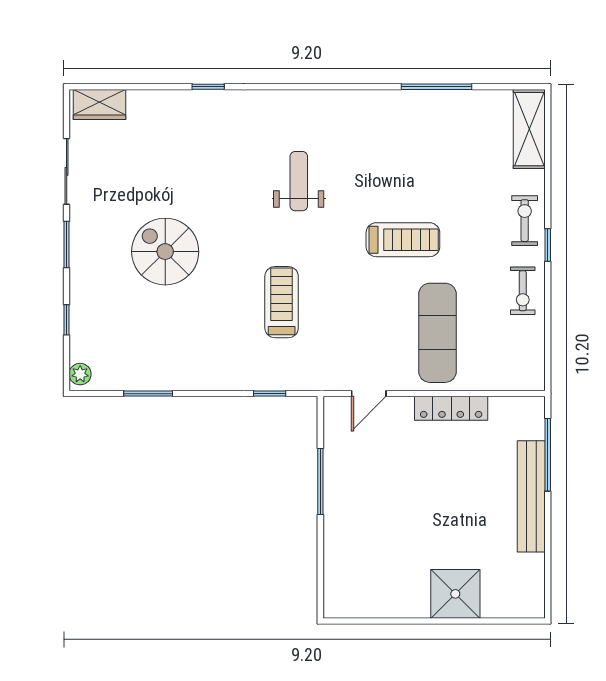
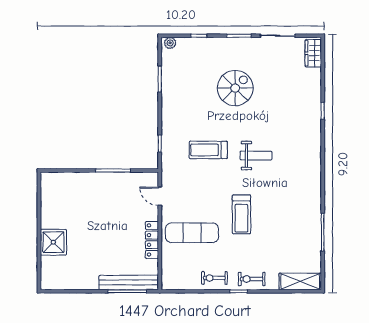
weight bench: (299, 181) -> (256, 156), moved
exercise bike: (525, 221) -> (252, 279), turned 180
treadmill: (282, 302) -> (208, 150), turned 180
bench: (531, 496) -> (129, 283), moved

